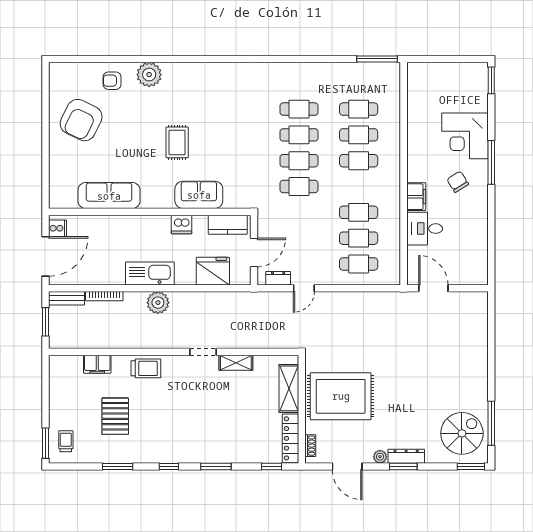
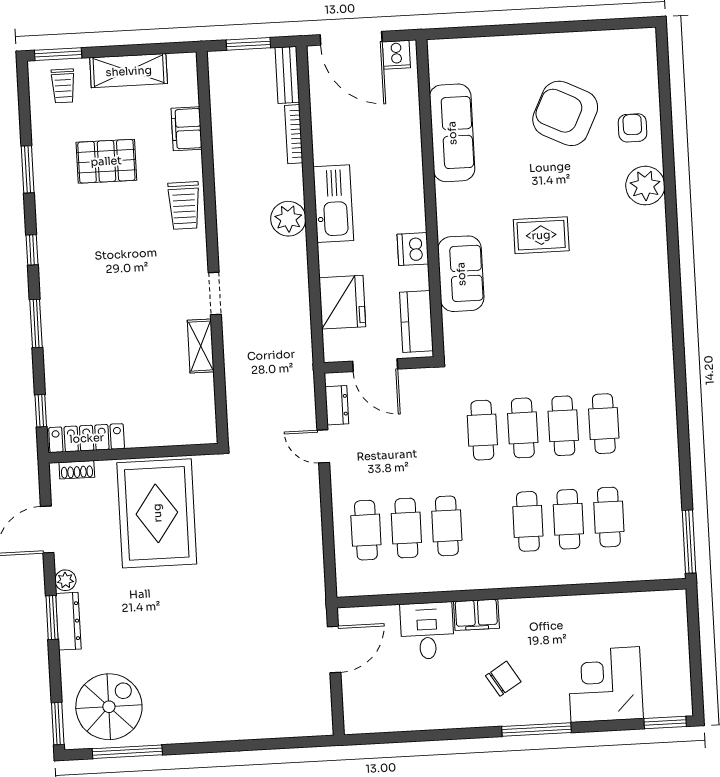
armchair: (81, 120) -> (565, 113), moved
corner desk: (465, 136) -> (605, 685), moved
shelving: (289, 388) -> (129, 71), moved
spiral stairs: (462, 433) -> (109, 707), turned -90
trolley: (66, 441) -> (63, 86), turned 90

